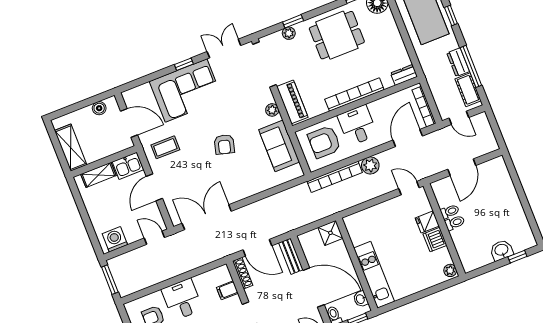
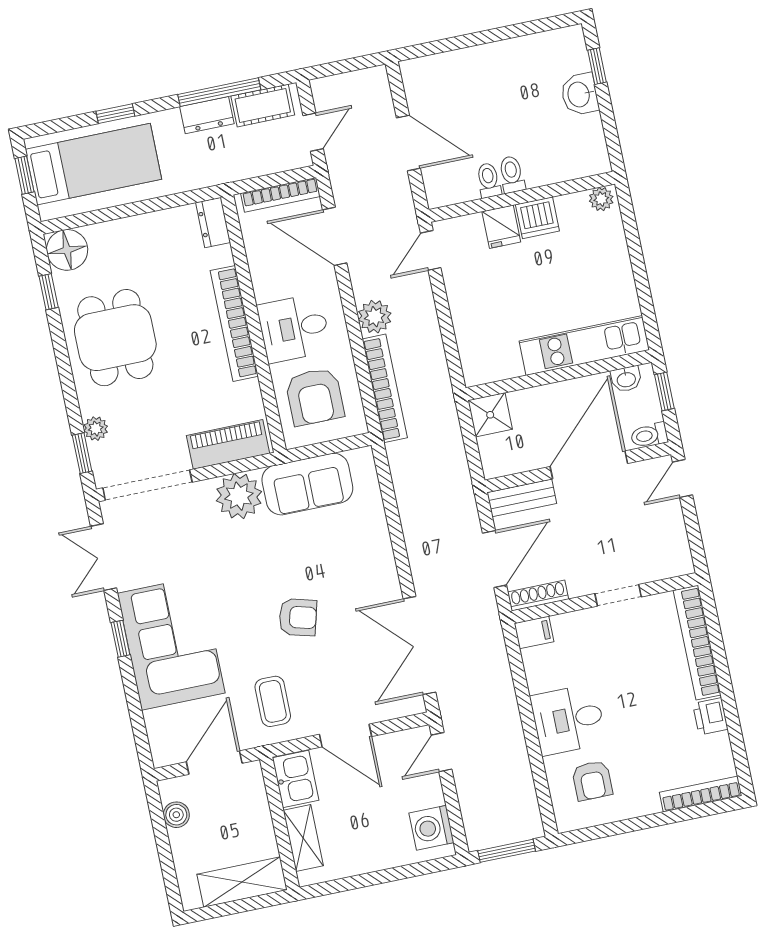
window: (293, 21) -> (82, 453), moved
plant: (272, 110) -> (239, 496), width x1.88, depth x1.88
armchair: (224, 144) -> (298, 617), moved
filing cabinet: (227, 290) -> (534, 632), moved, turned -90

